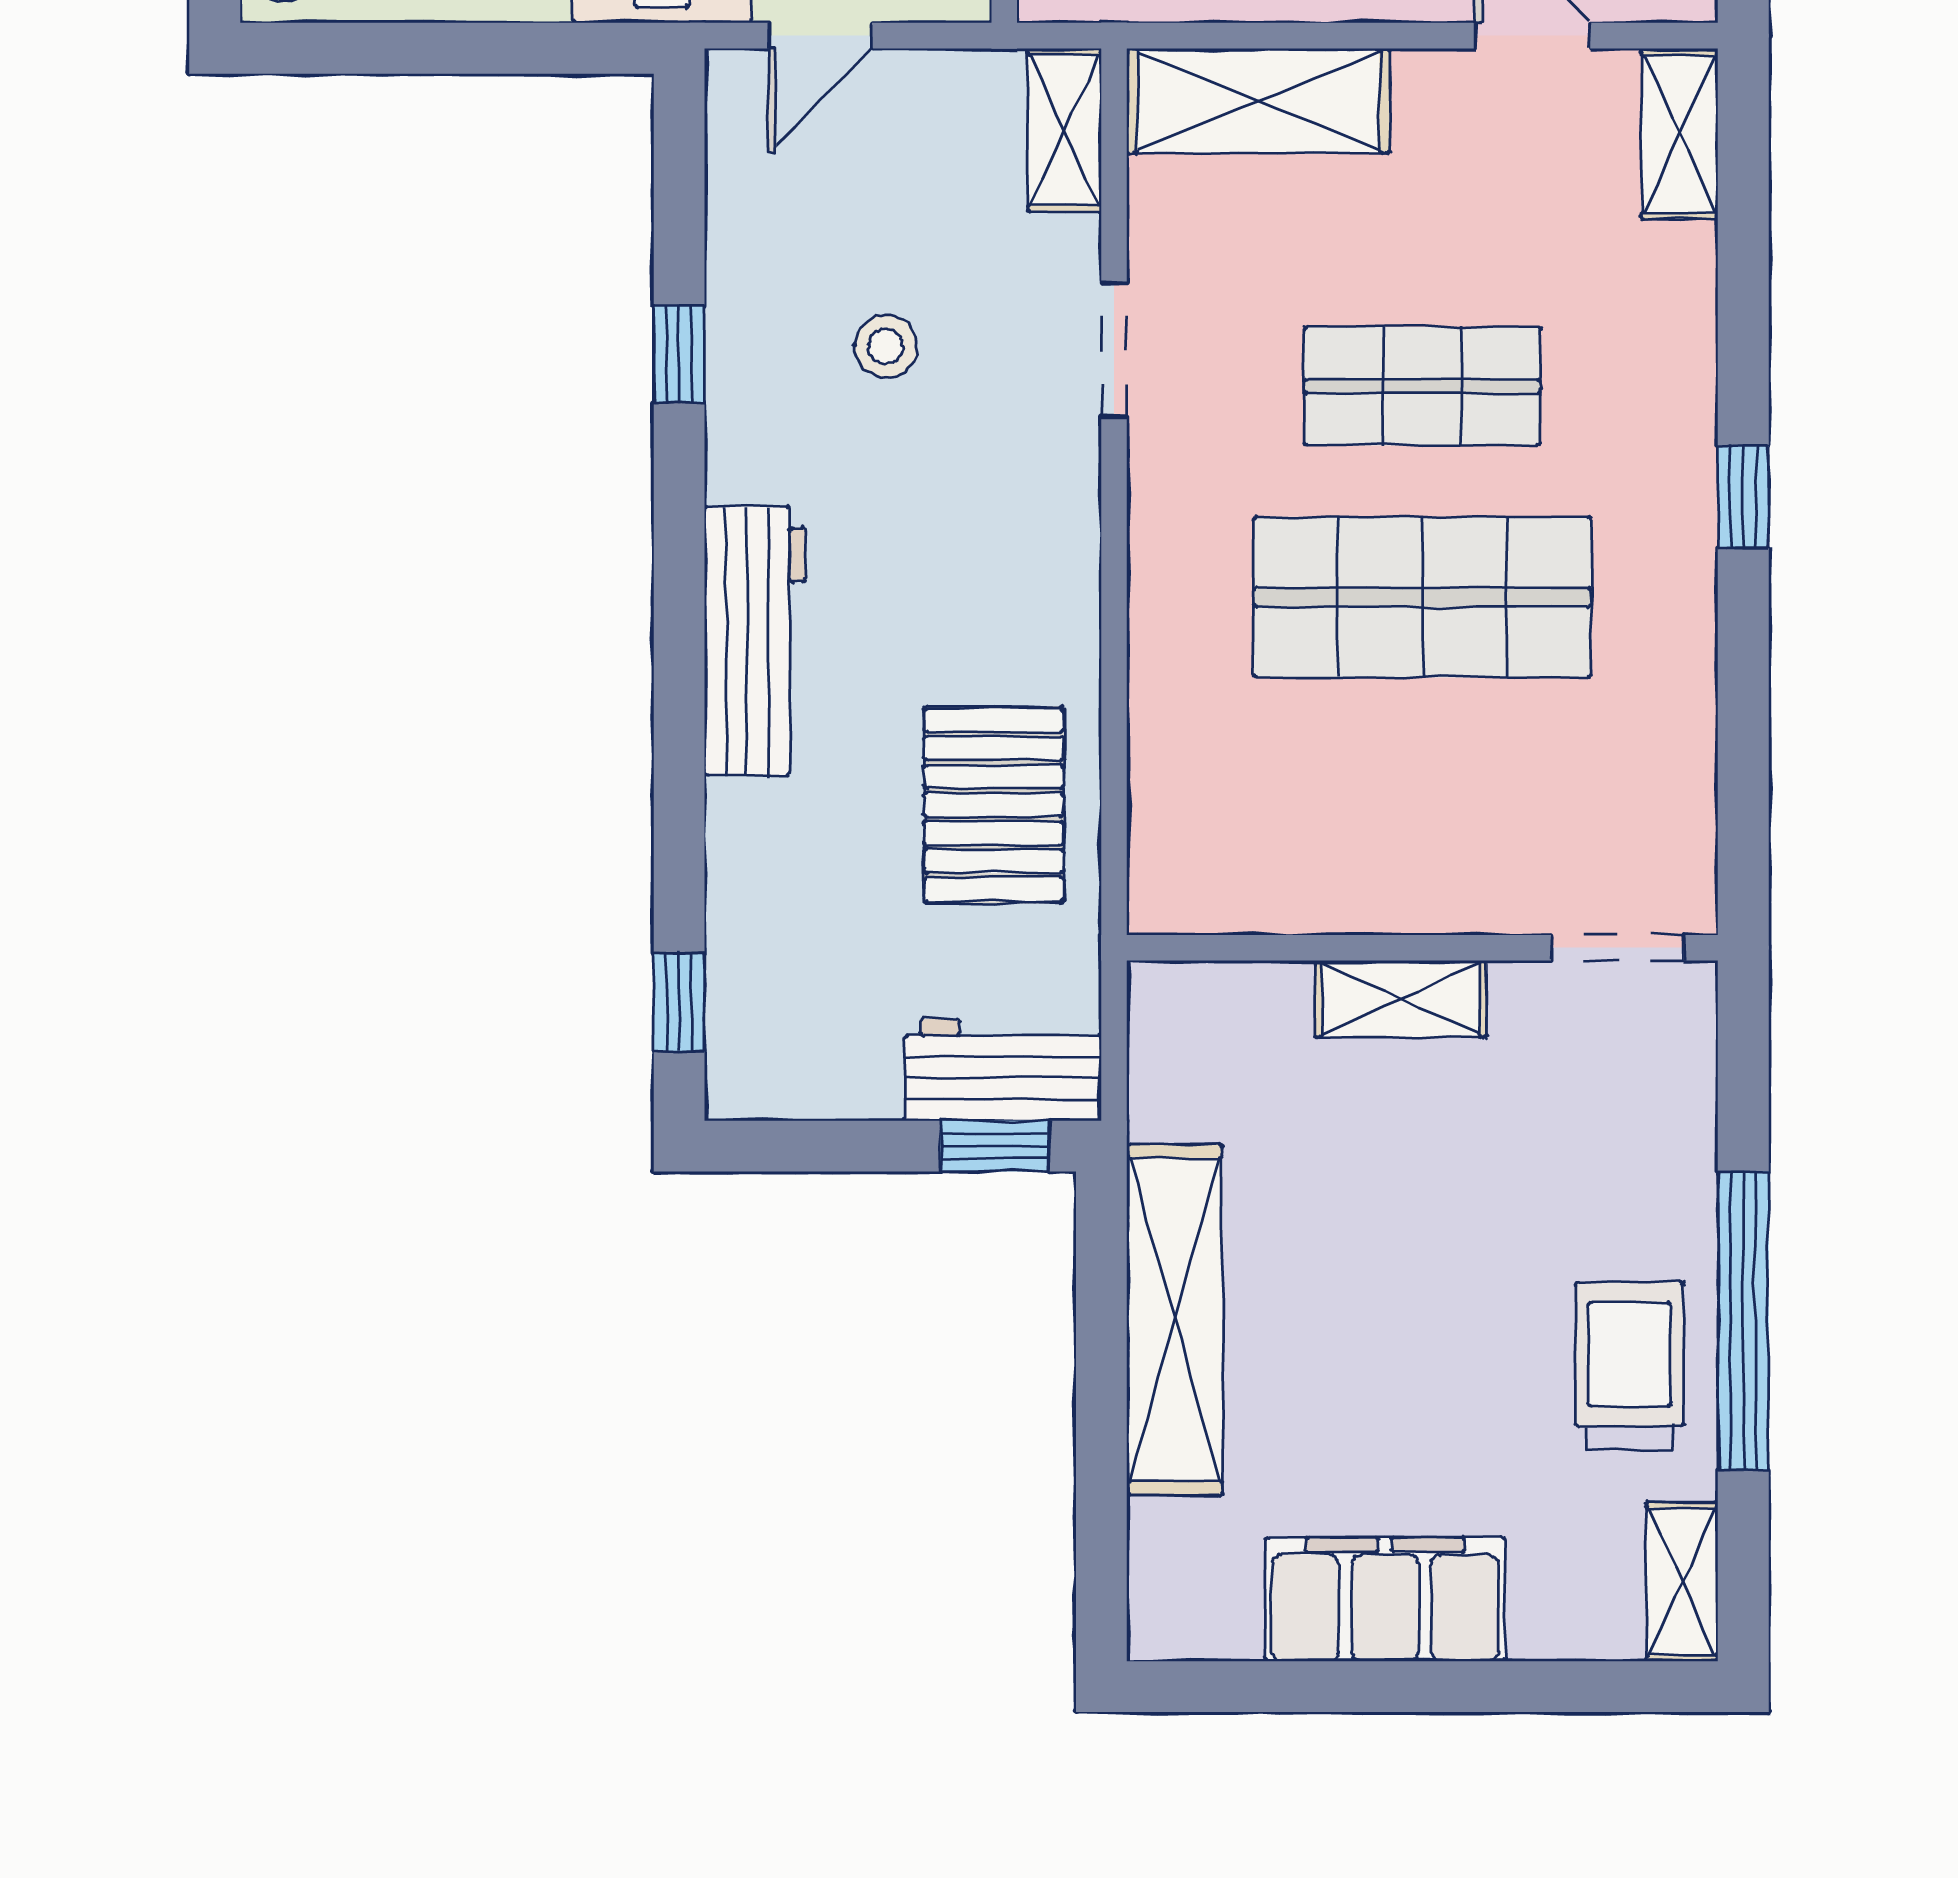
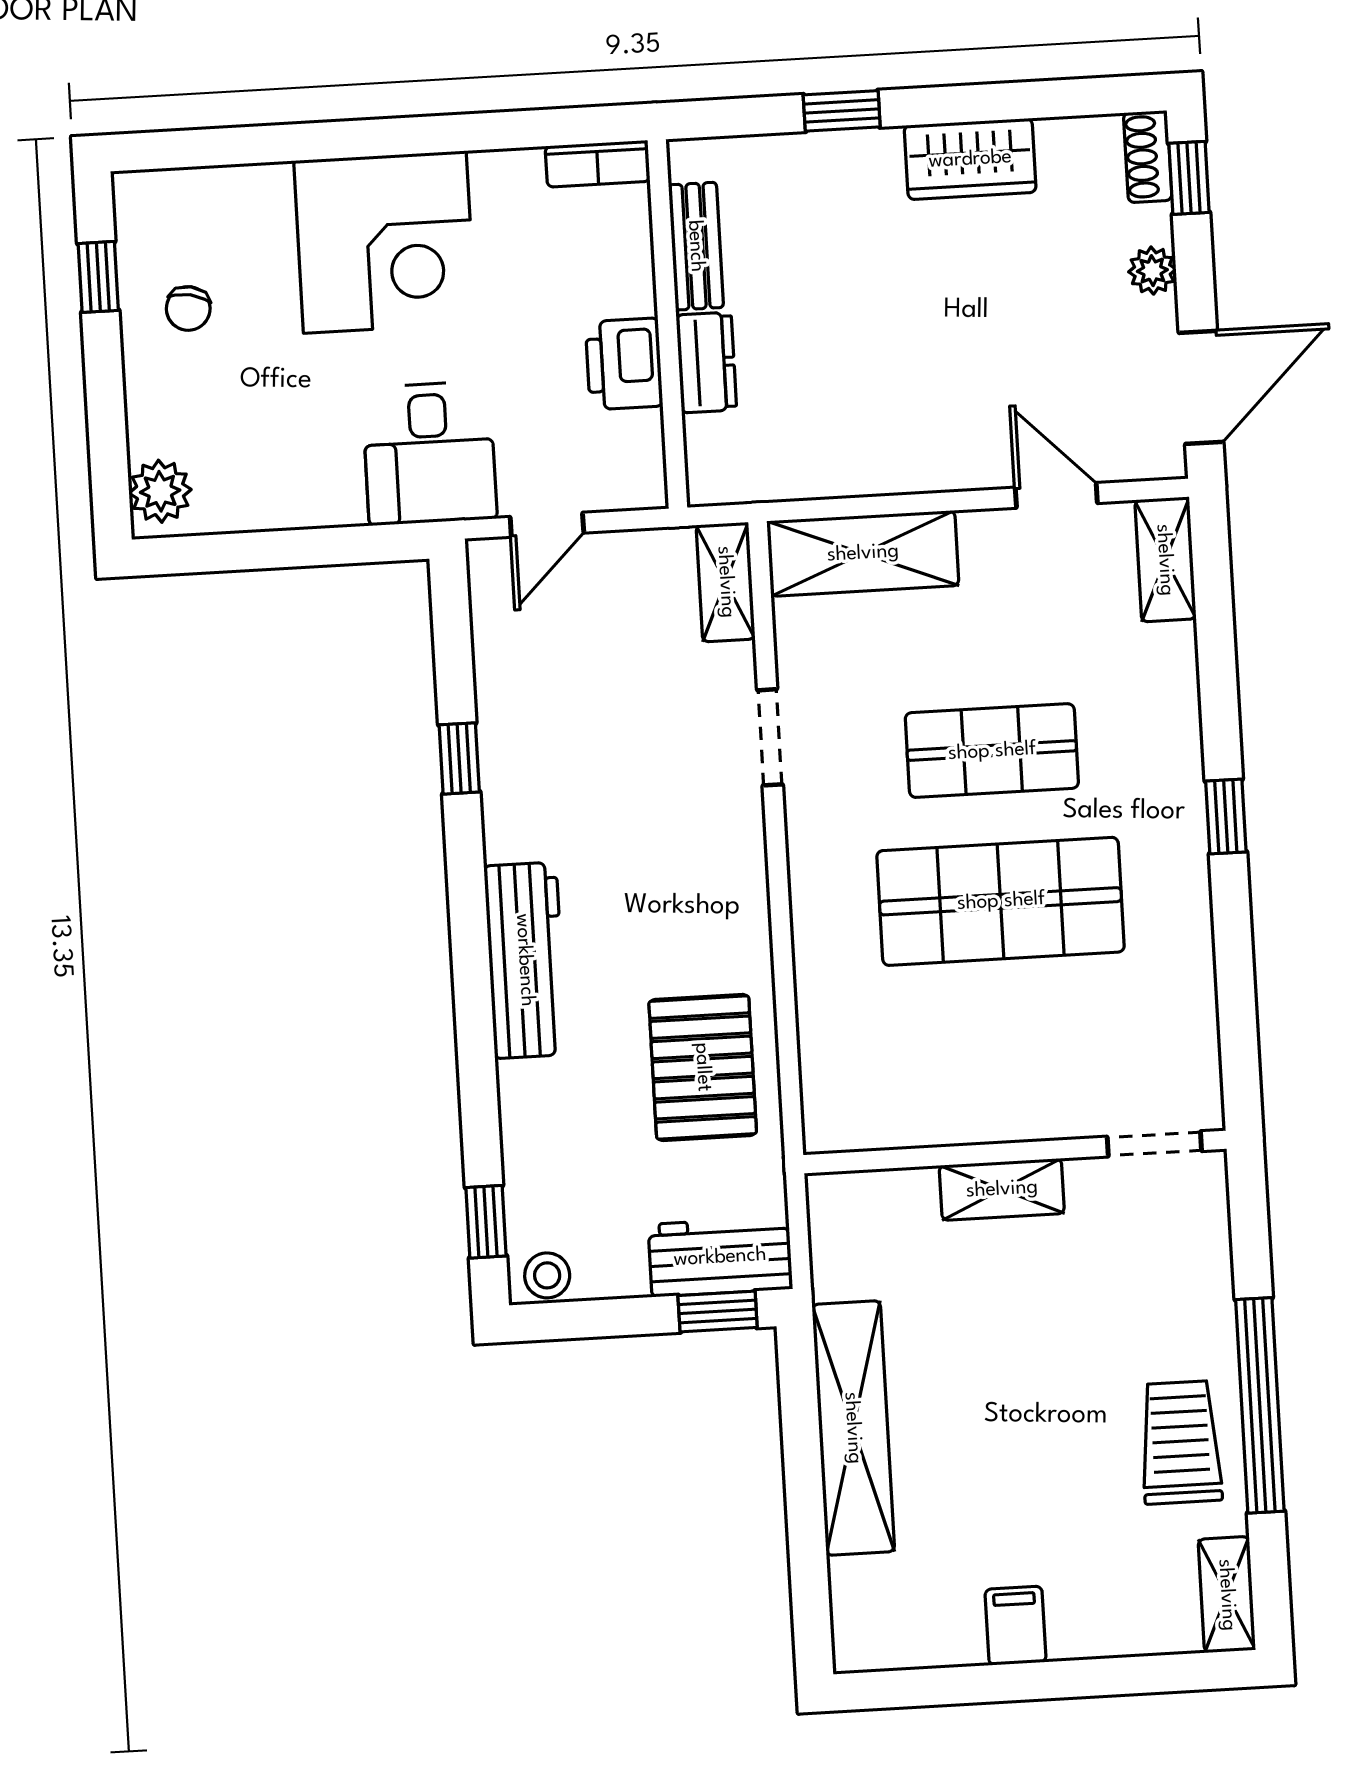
stool: (886, 346) -> (547, 1275), moved
filing cabinet: (1385, 1599) -> (1016, 1626), width x0.33, depth x0.86

